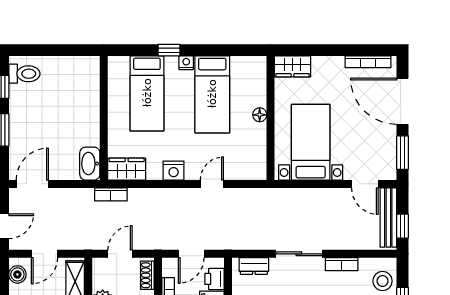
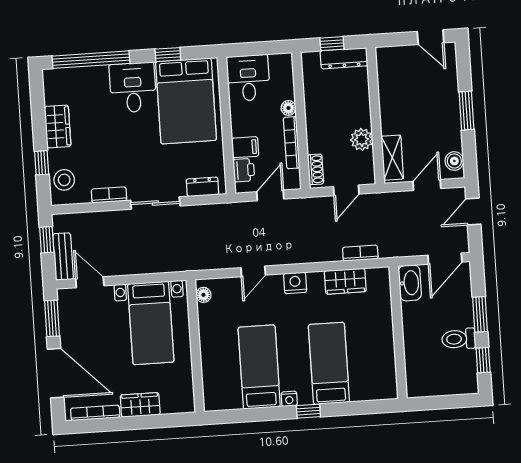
wardrobe: (293, 66) -> (140, 405), moved
toilet: (24, 74) -> (459, 339), moved
floor lamp: (260, 115) -> (203, 295), moved
wall: (104, 118) -> (398, 332), moved
washbasin: (90, 164) -> (410, 283), moved
bench: (388, 218) -> (63, 256), width x0.73

